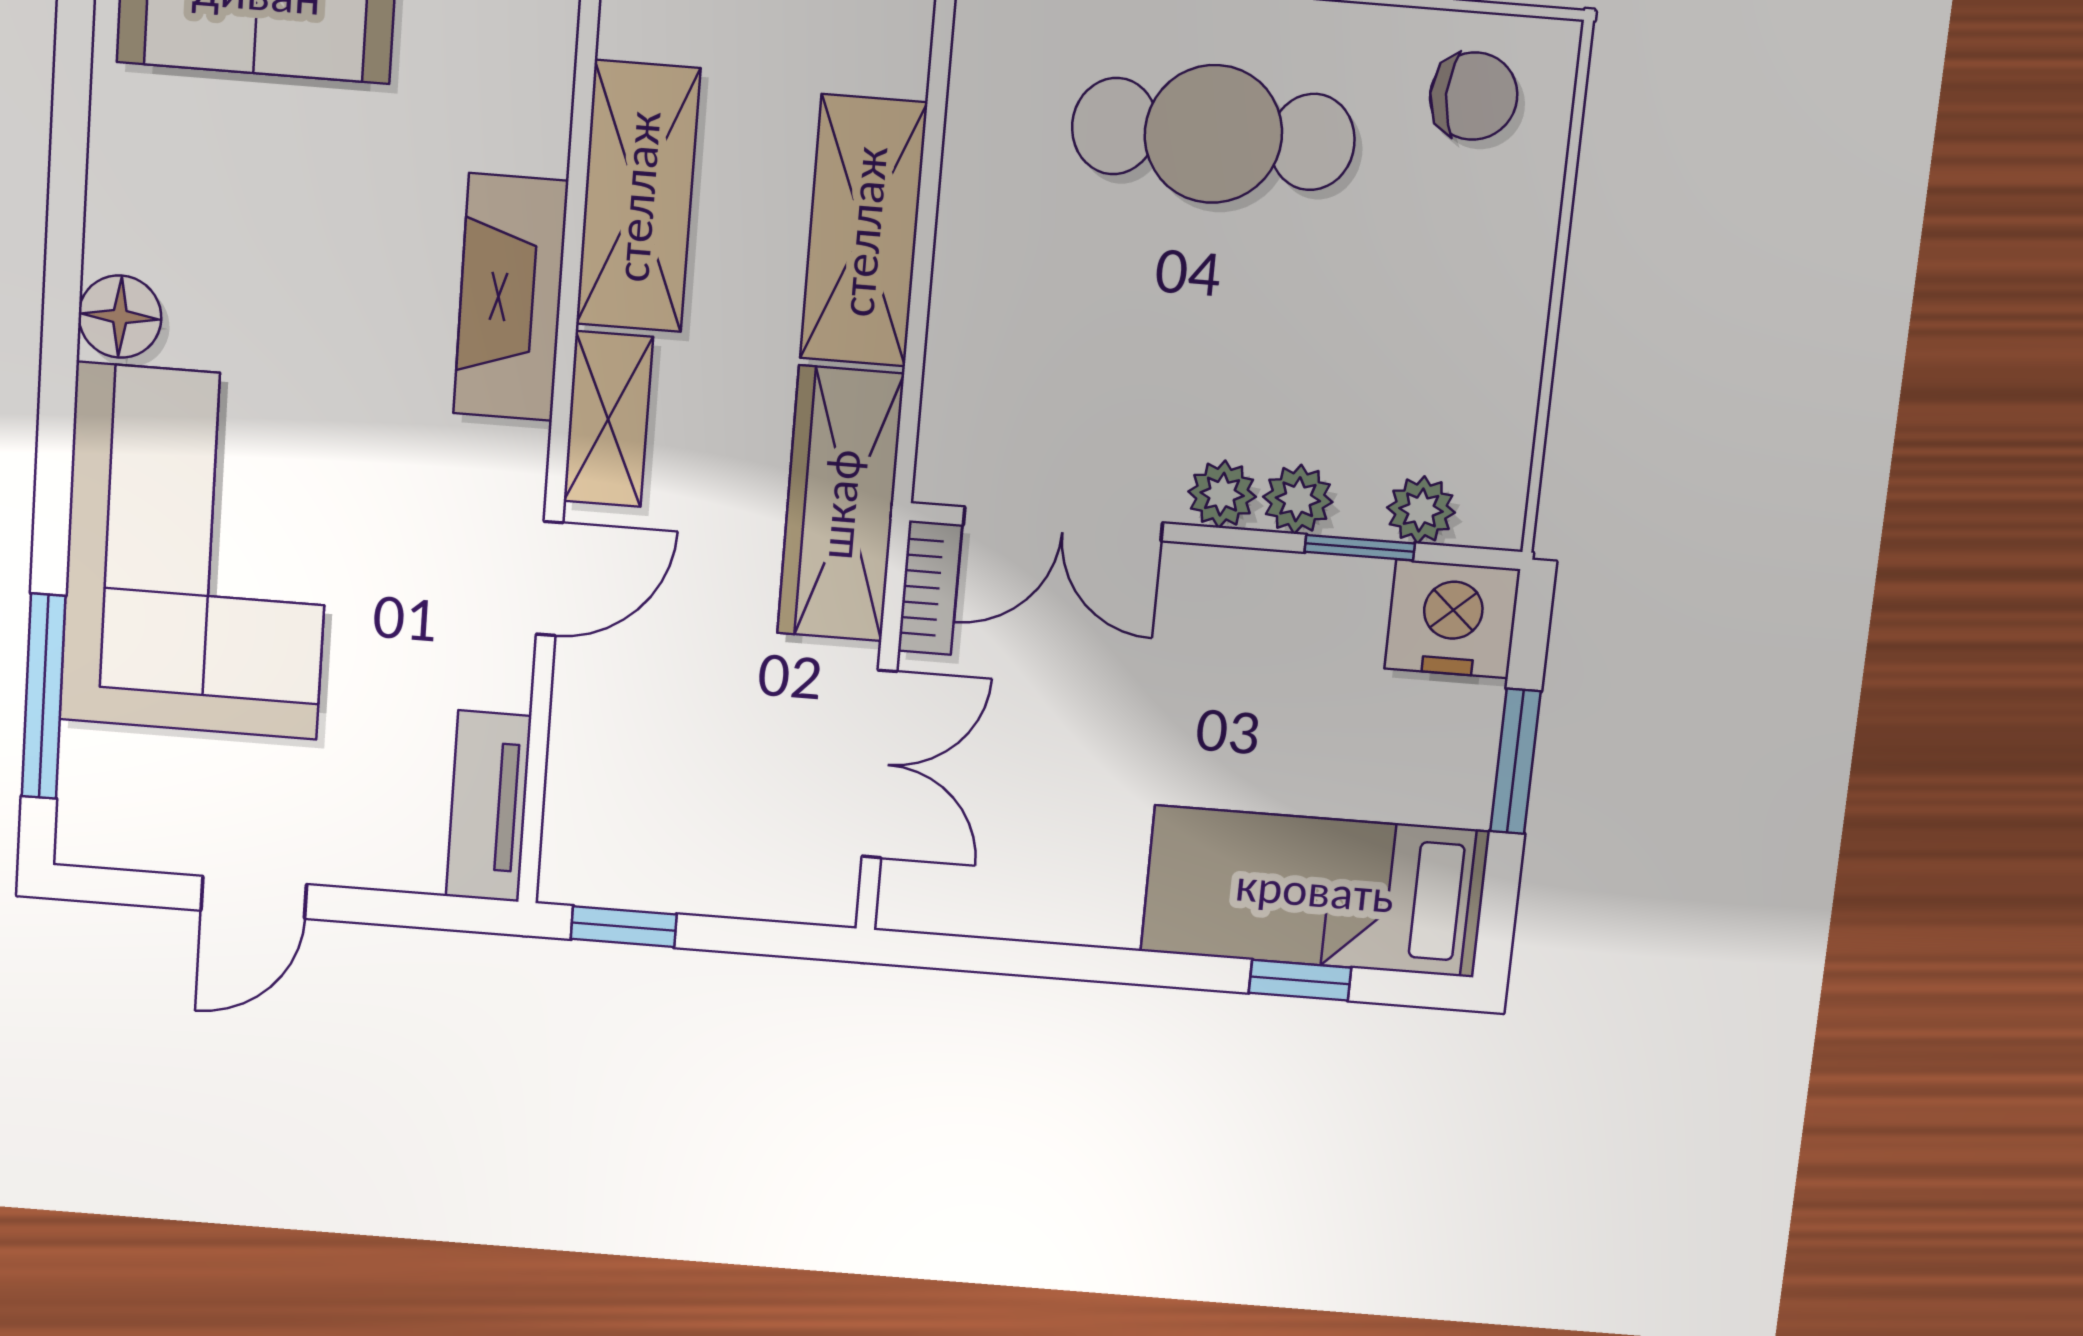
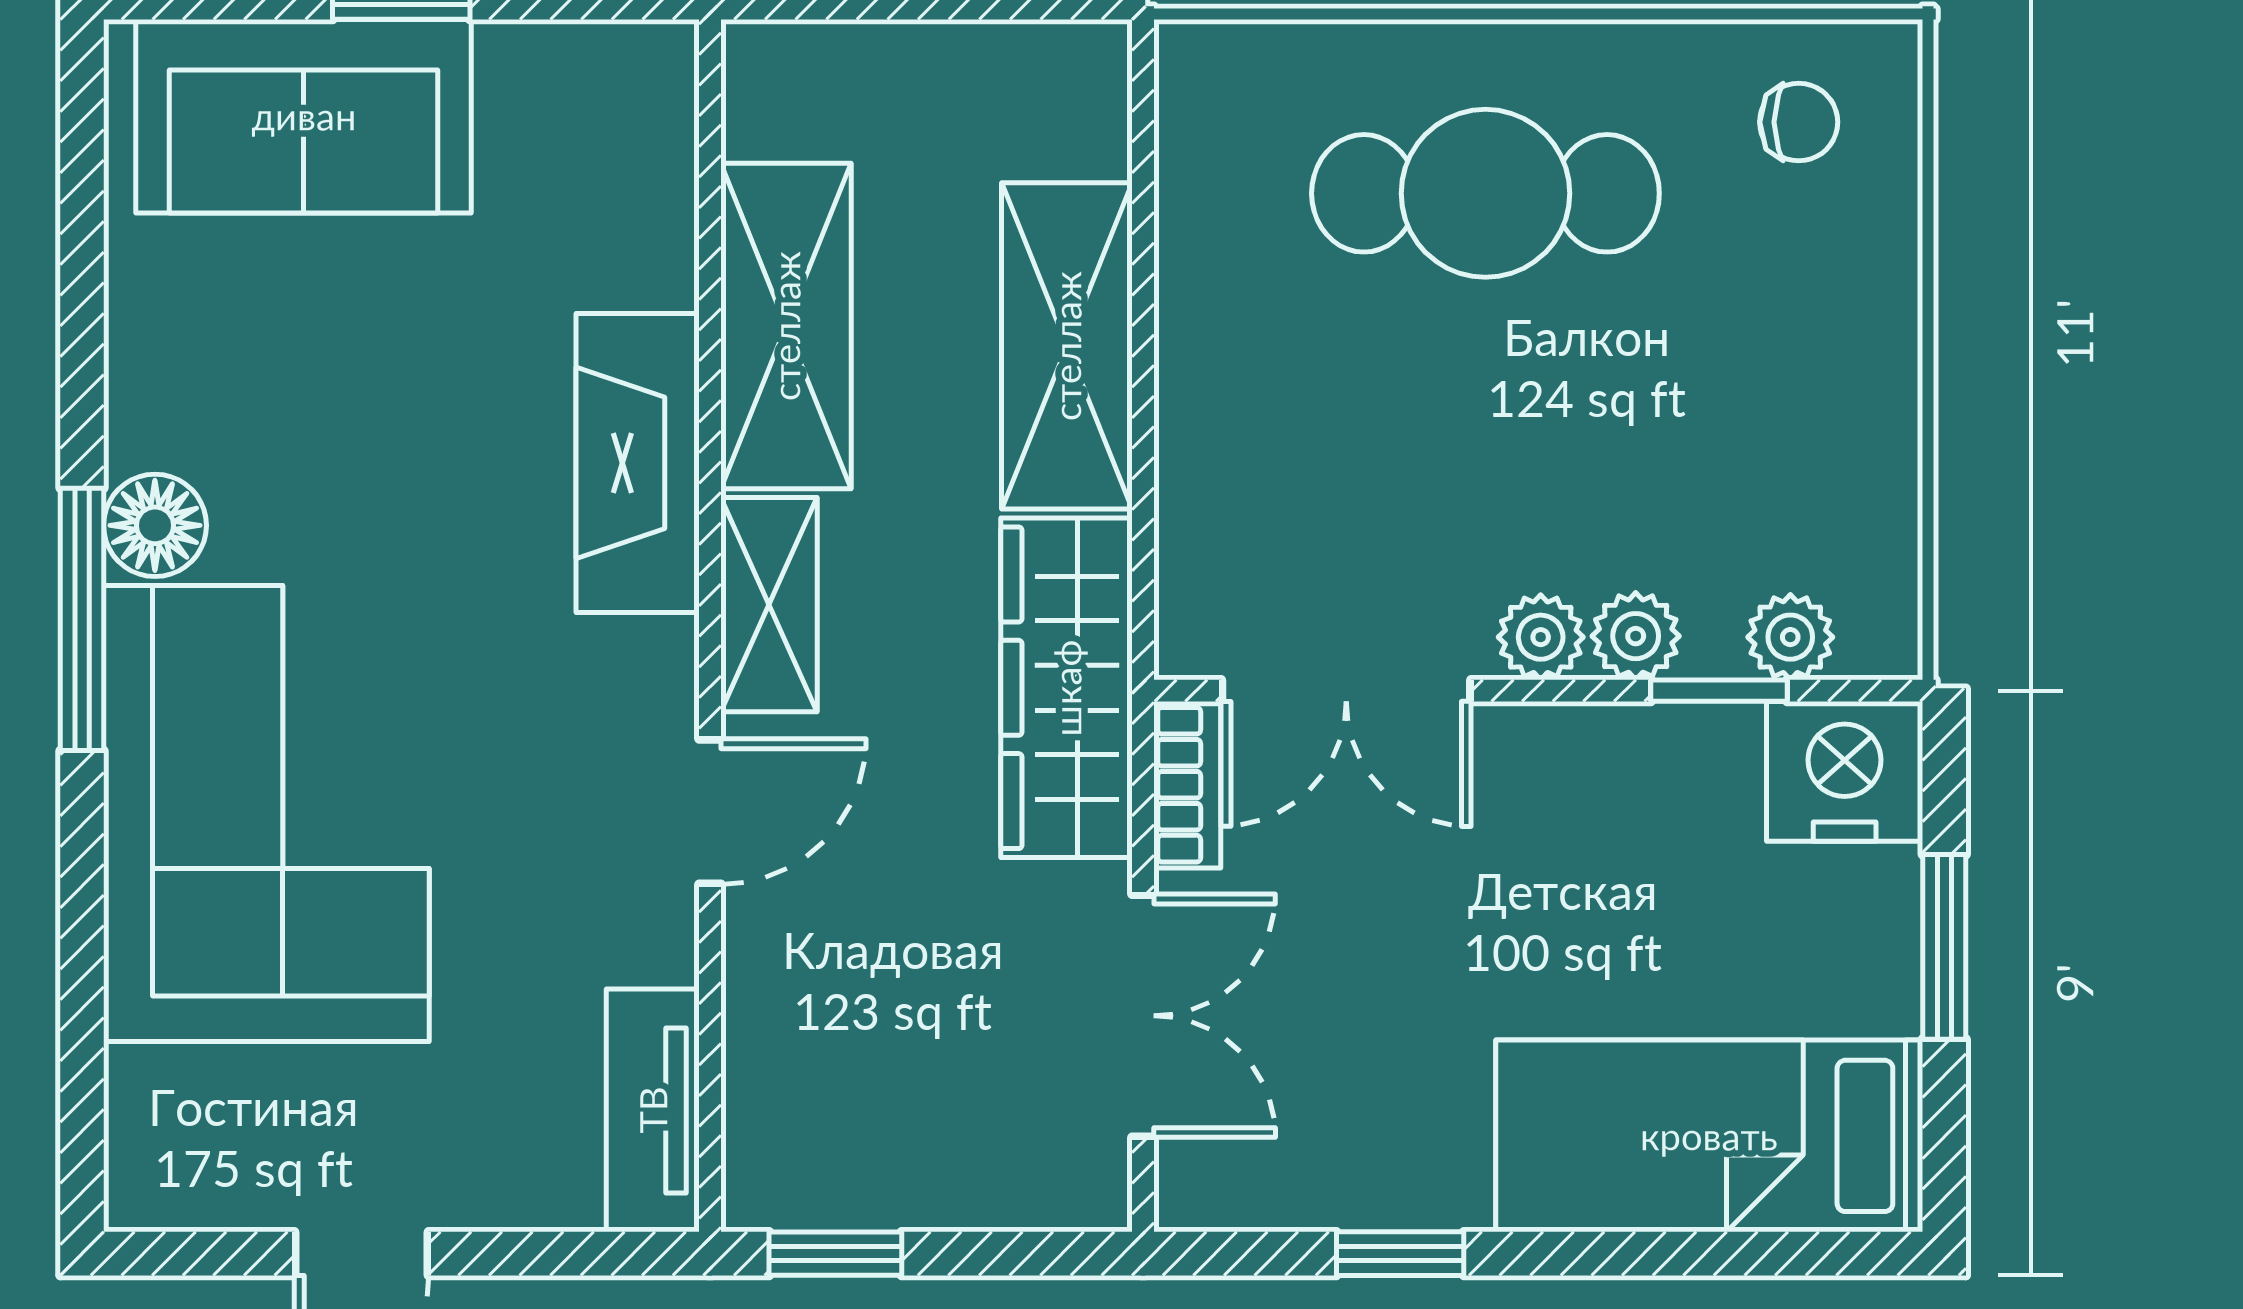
chair: (1474, 96) -> (1799, 122), width x0.73, depth x0.73
window: (44, 696) -> (82, 619), moved
window: (1300, 980) -> (1400, 1254), moved

